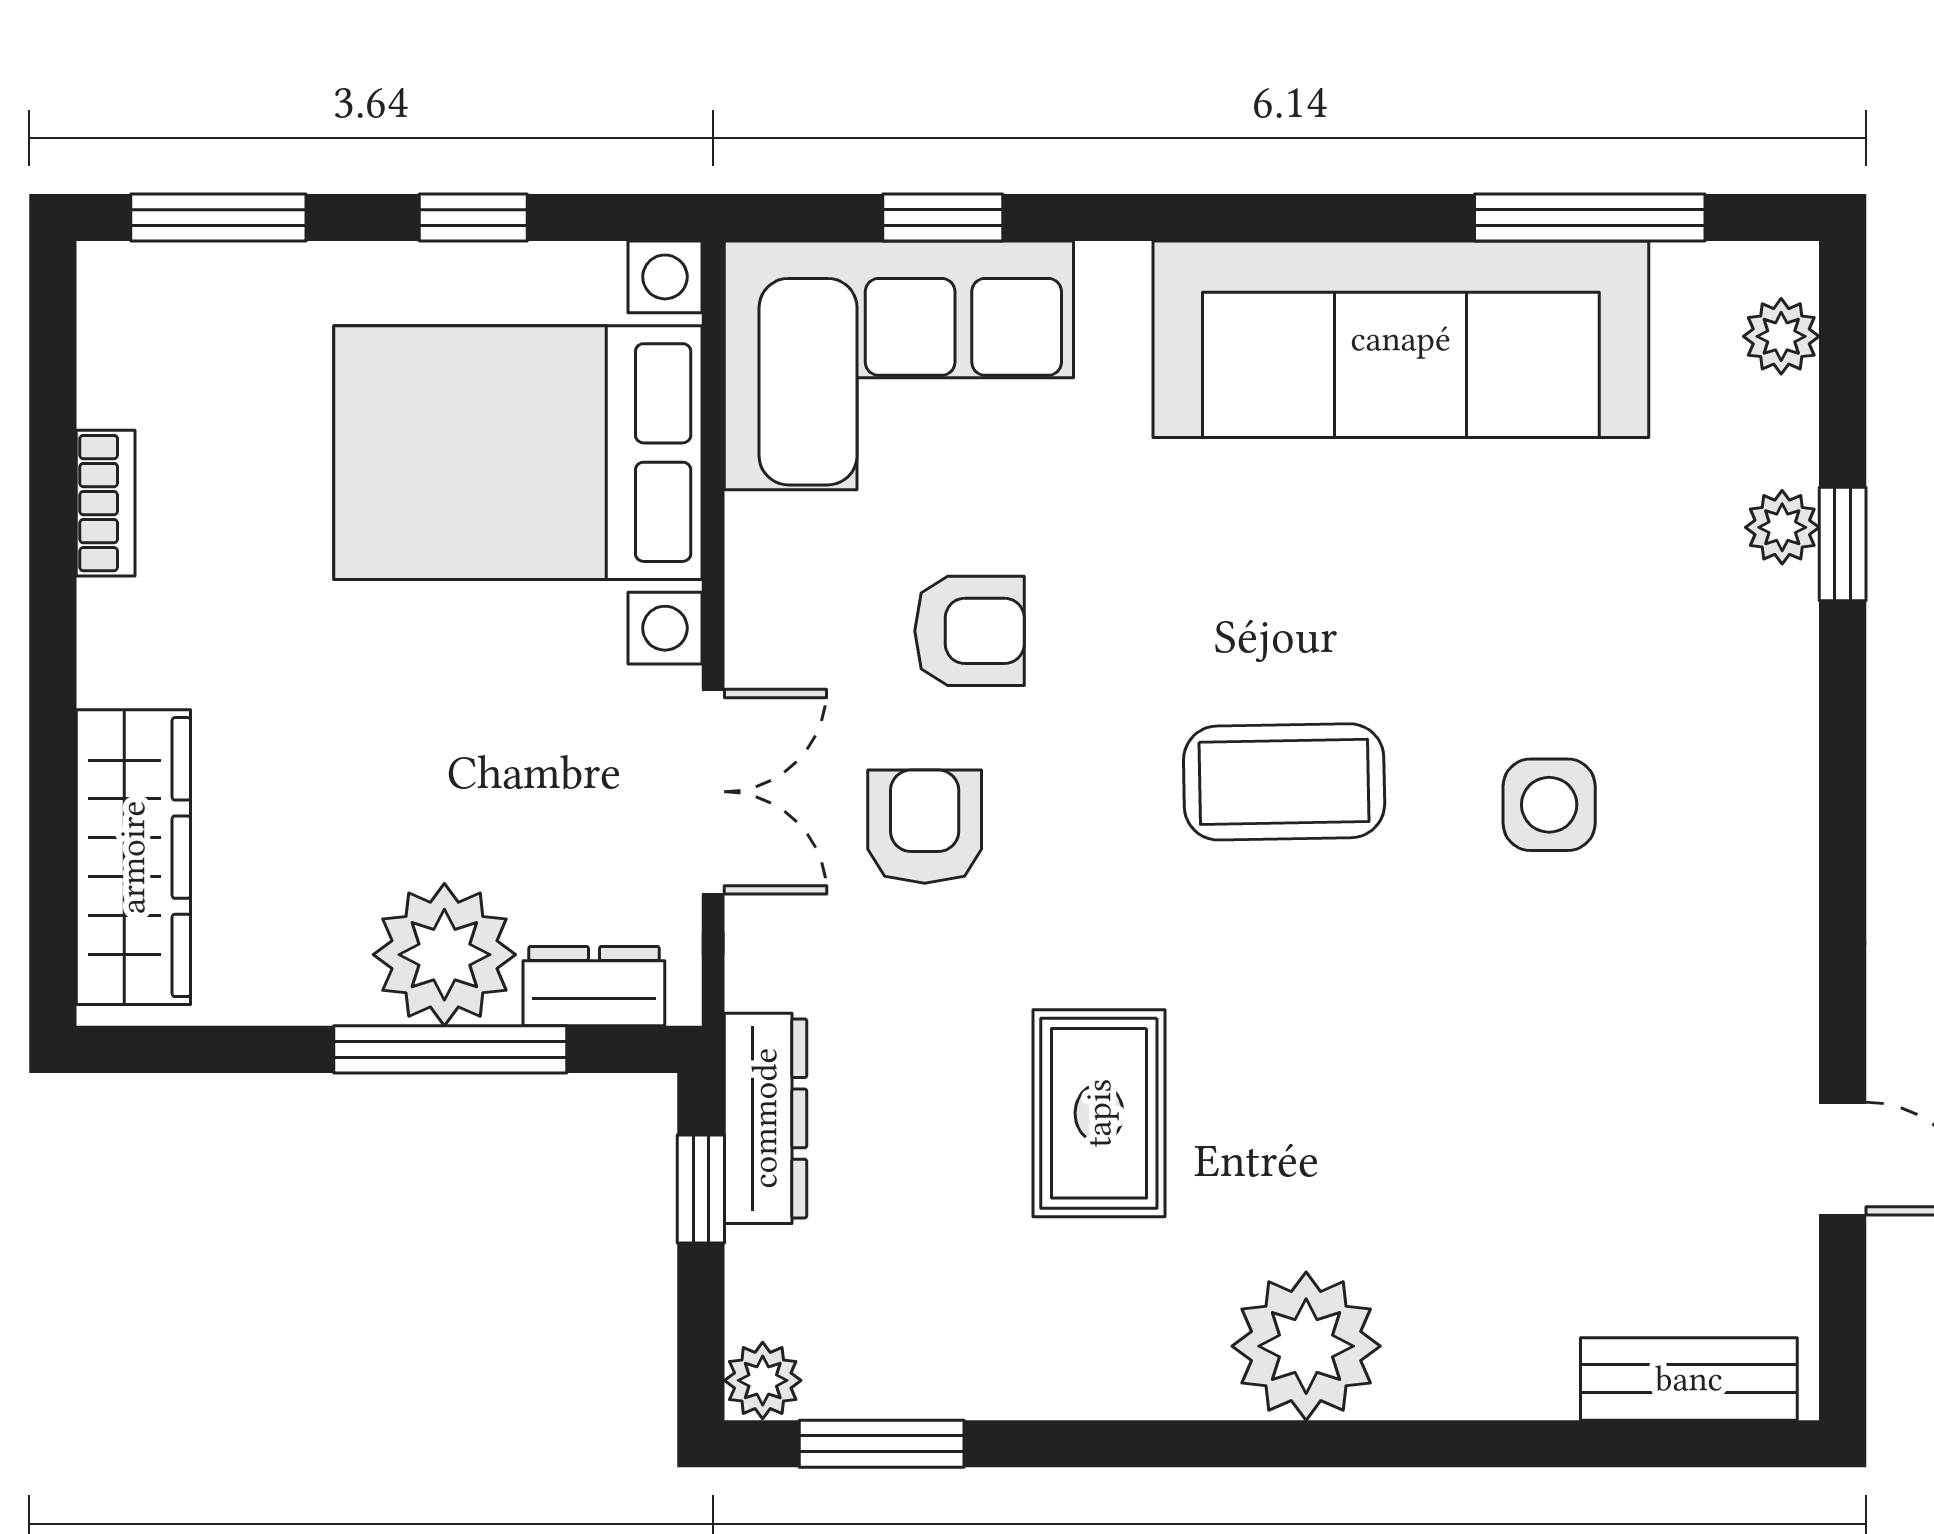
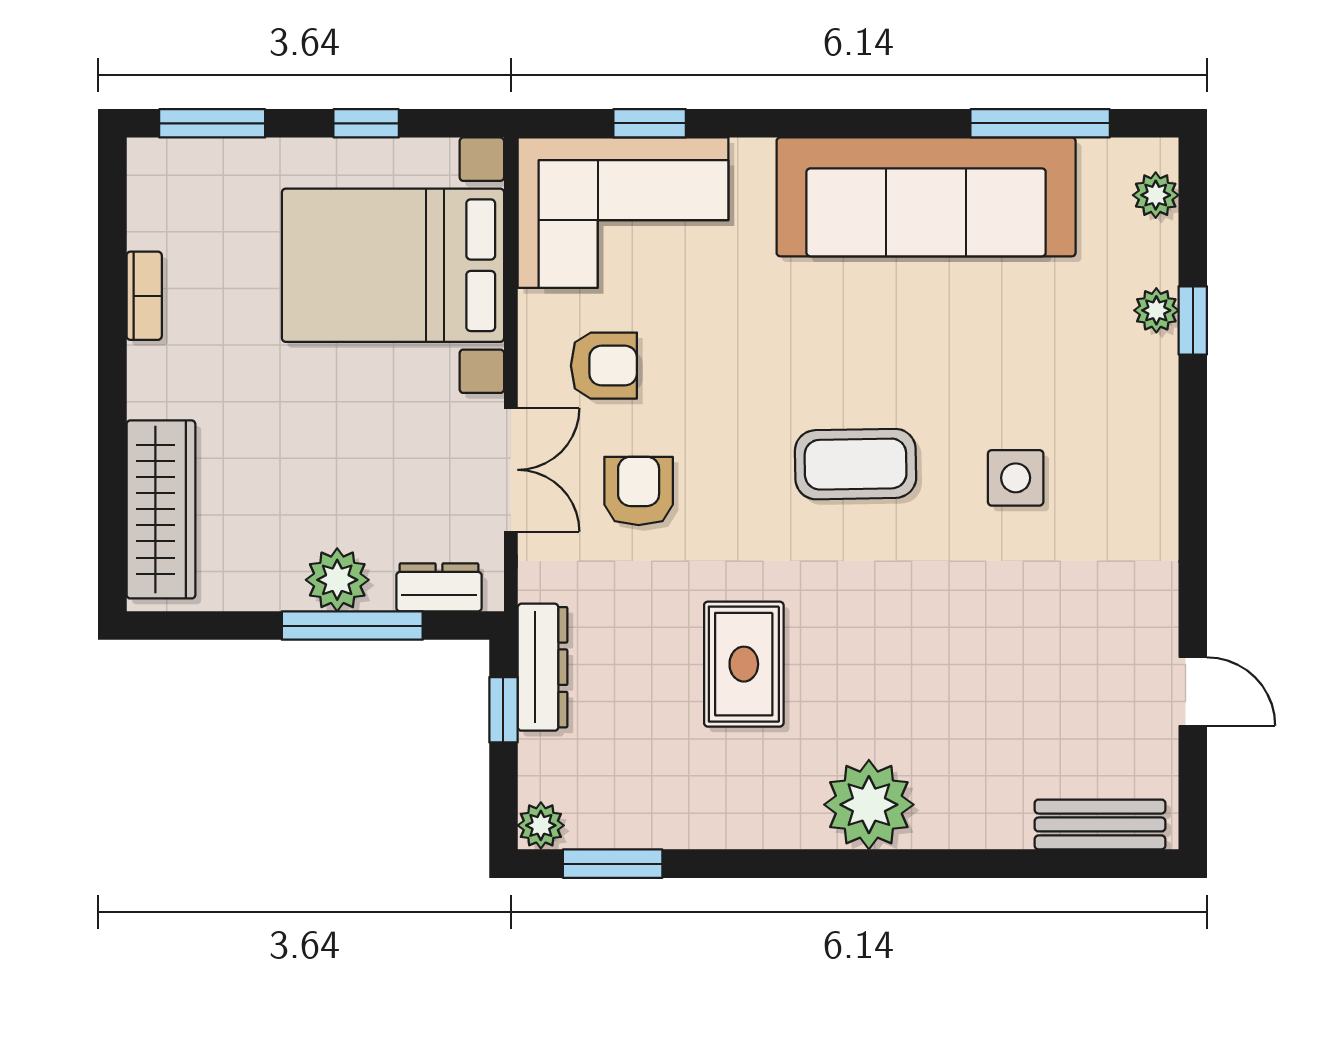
armchair: (969, 631) -> (604, 366), moved
plant: (444, 955) -> (337, 580), width x0.73, depth x0.73

